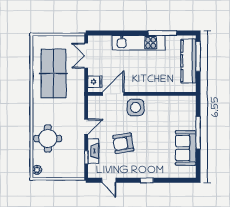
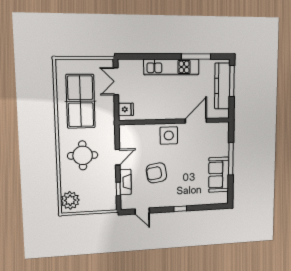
door: (113, 94) -> (196, 121), moved
round table: (48, 139) -> (83, 155), moved
plant: (37, 170) -> (70, 200), width x1.88, depth x1.88

